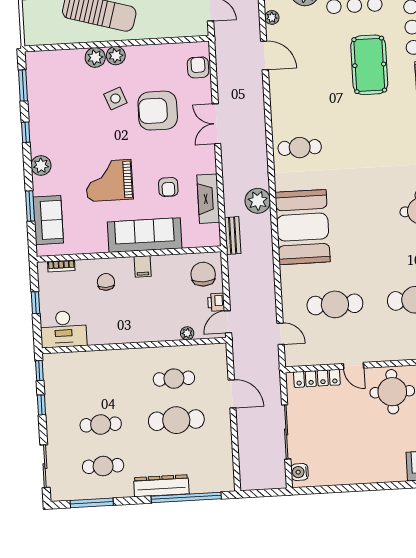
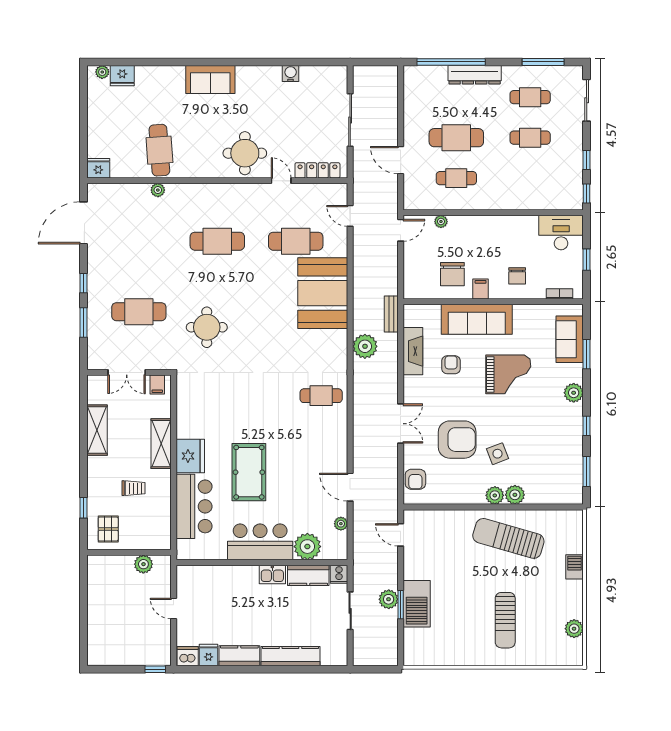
booth: (303, 227) -> (323, 293), moved
chair: (203, 274) -> (452, 274), moved
printer: (216, 302) -> (411, 250), removed
water cooler: (300, 472) -> (291, 73), moved, turned -90

